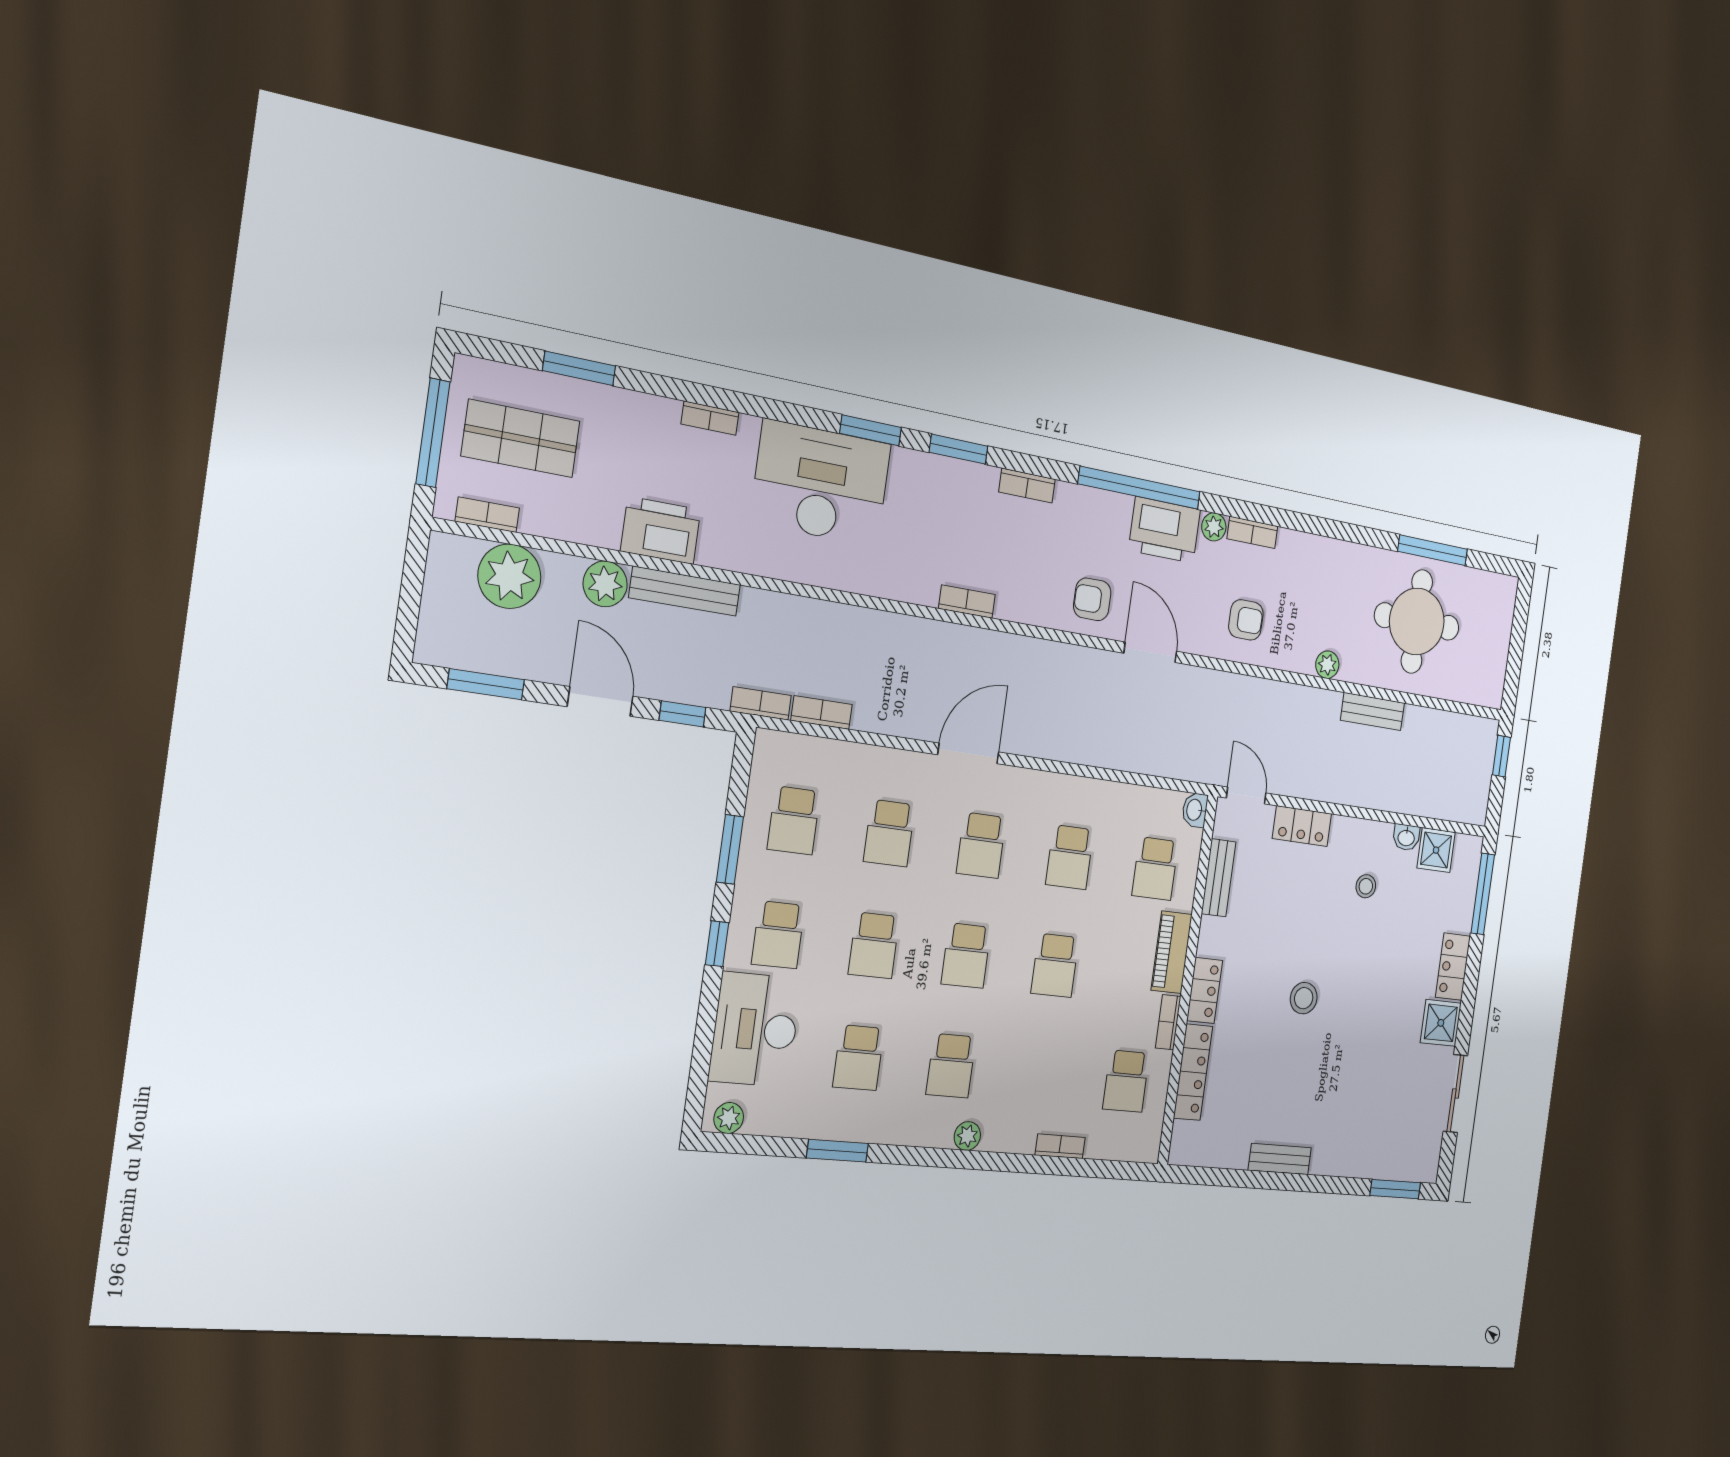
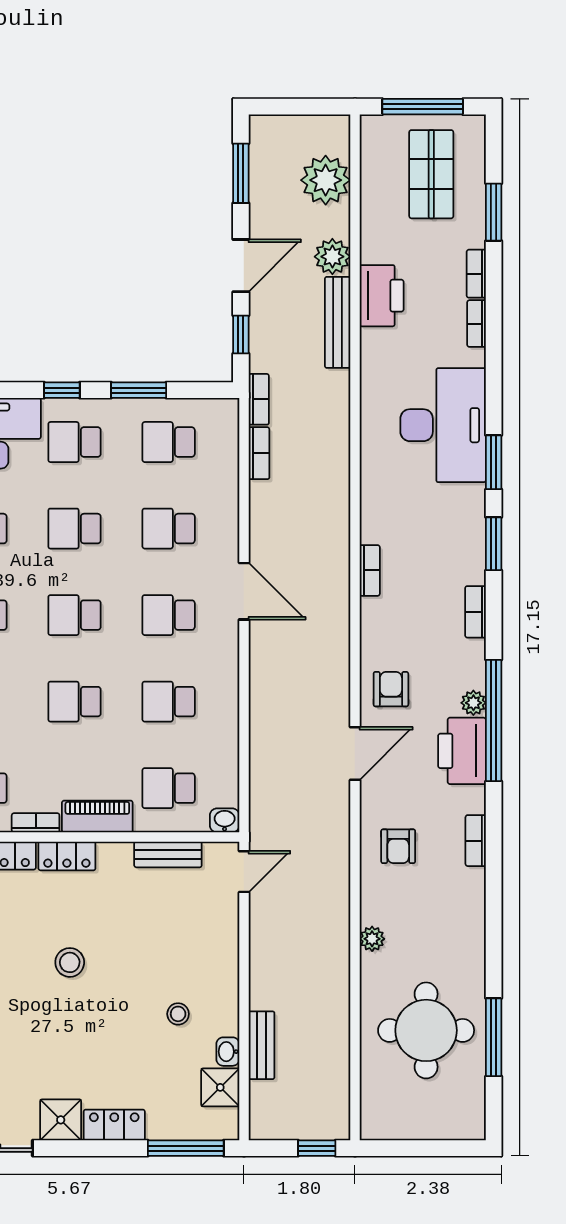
bookcase: (487, 515) -> (476, 274), moved, turned 180
plant: (1214, 527) -> (473, 703), moved
bench: (1372, 711) -> (262, 1045), moved
locker: (1302, 826) -> (224, 935), removed

